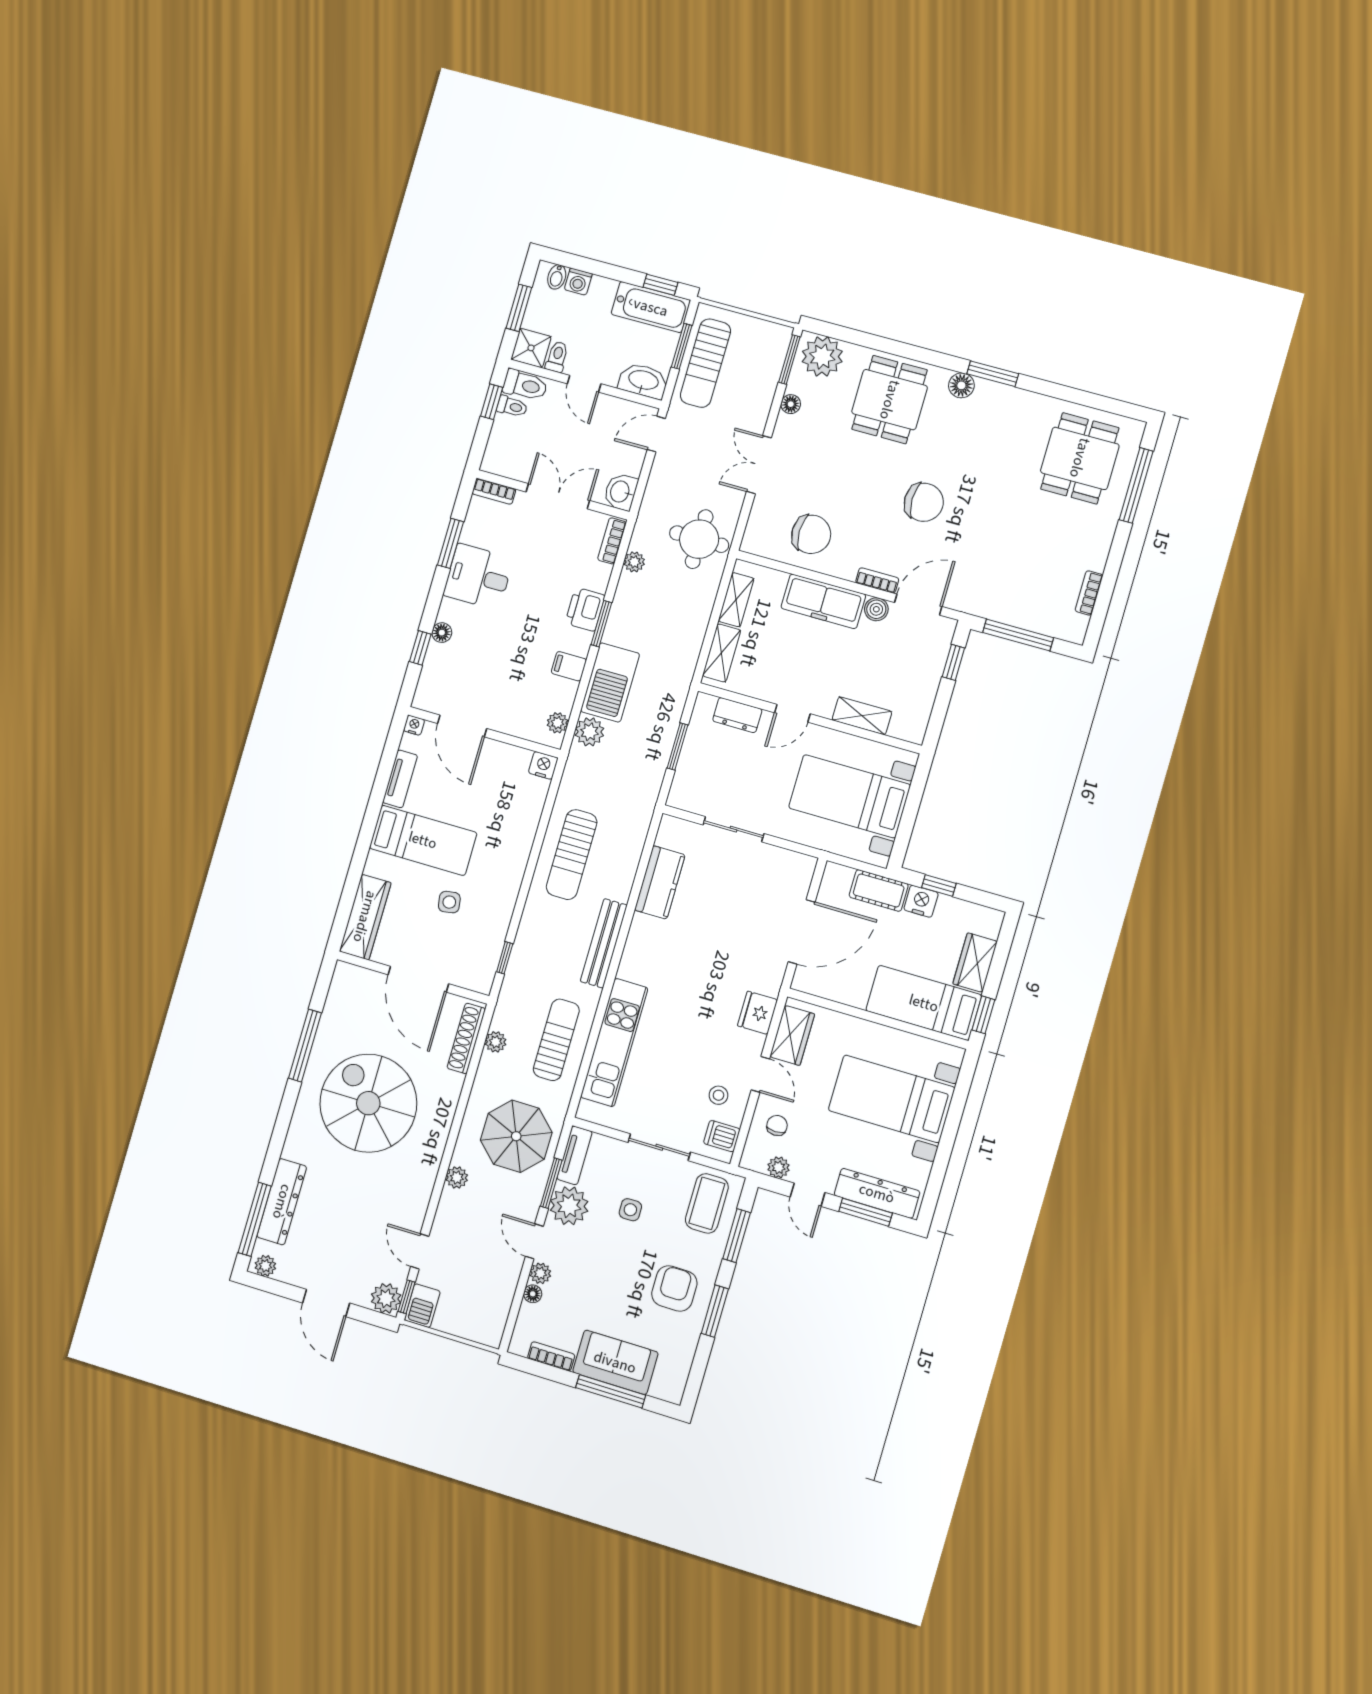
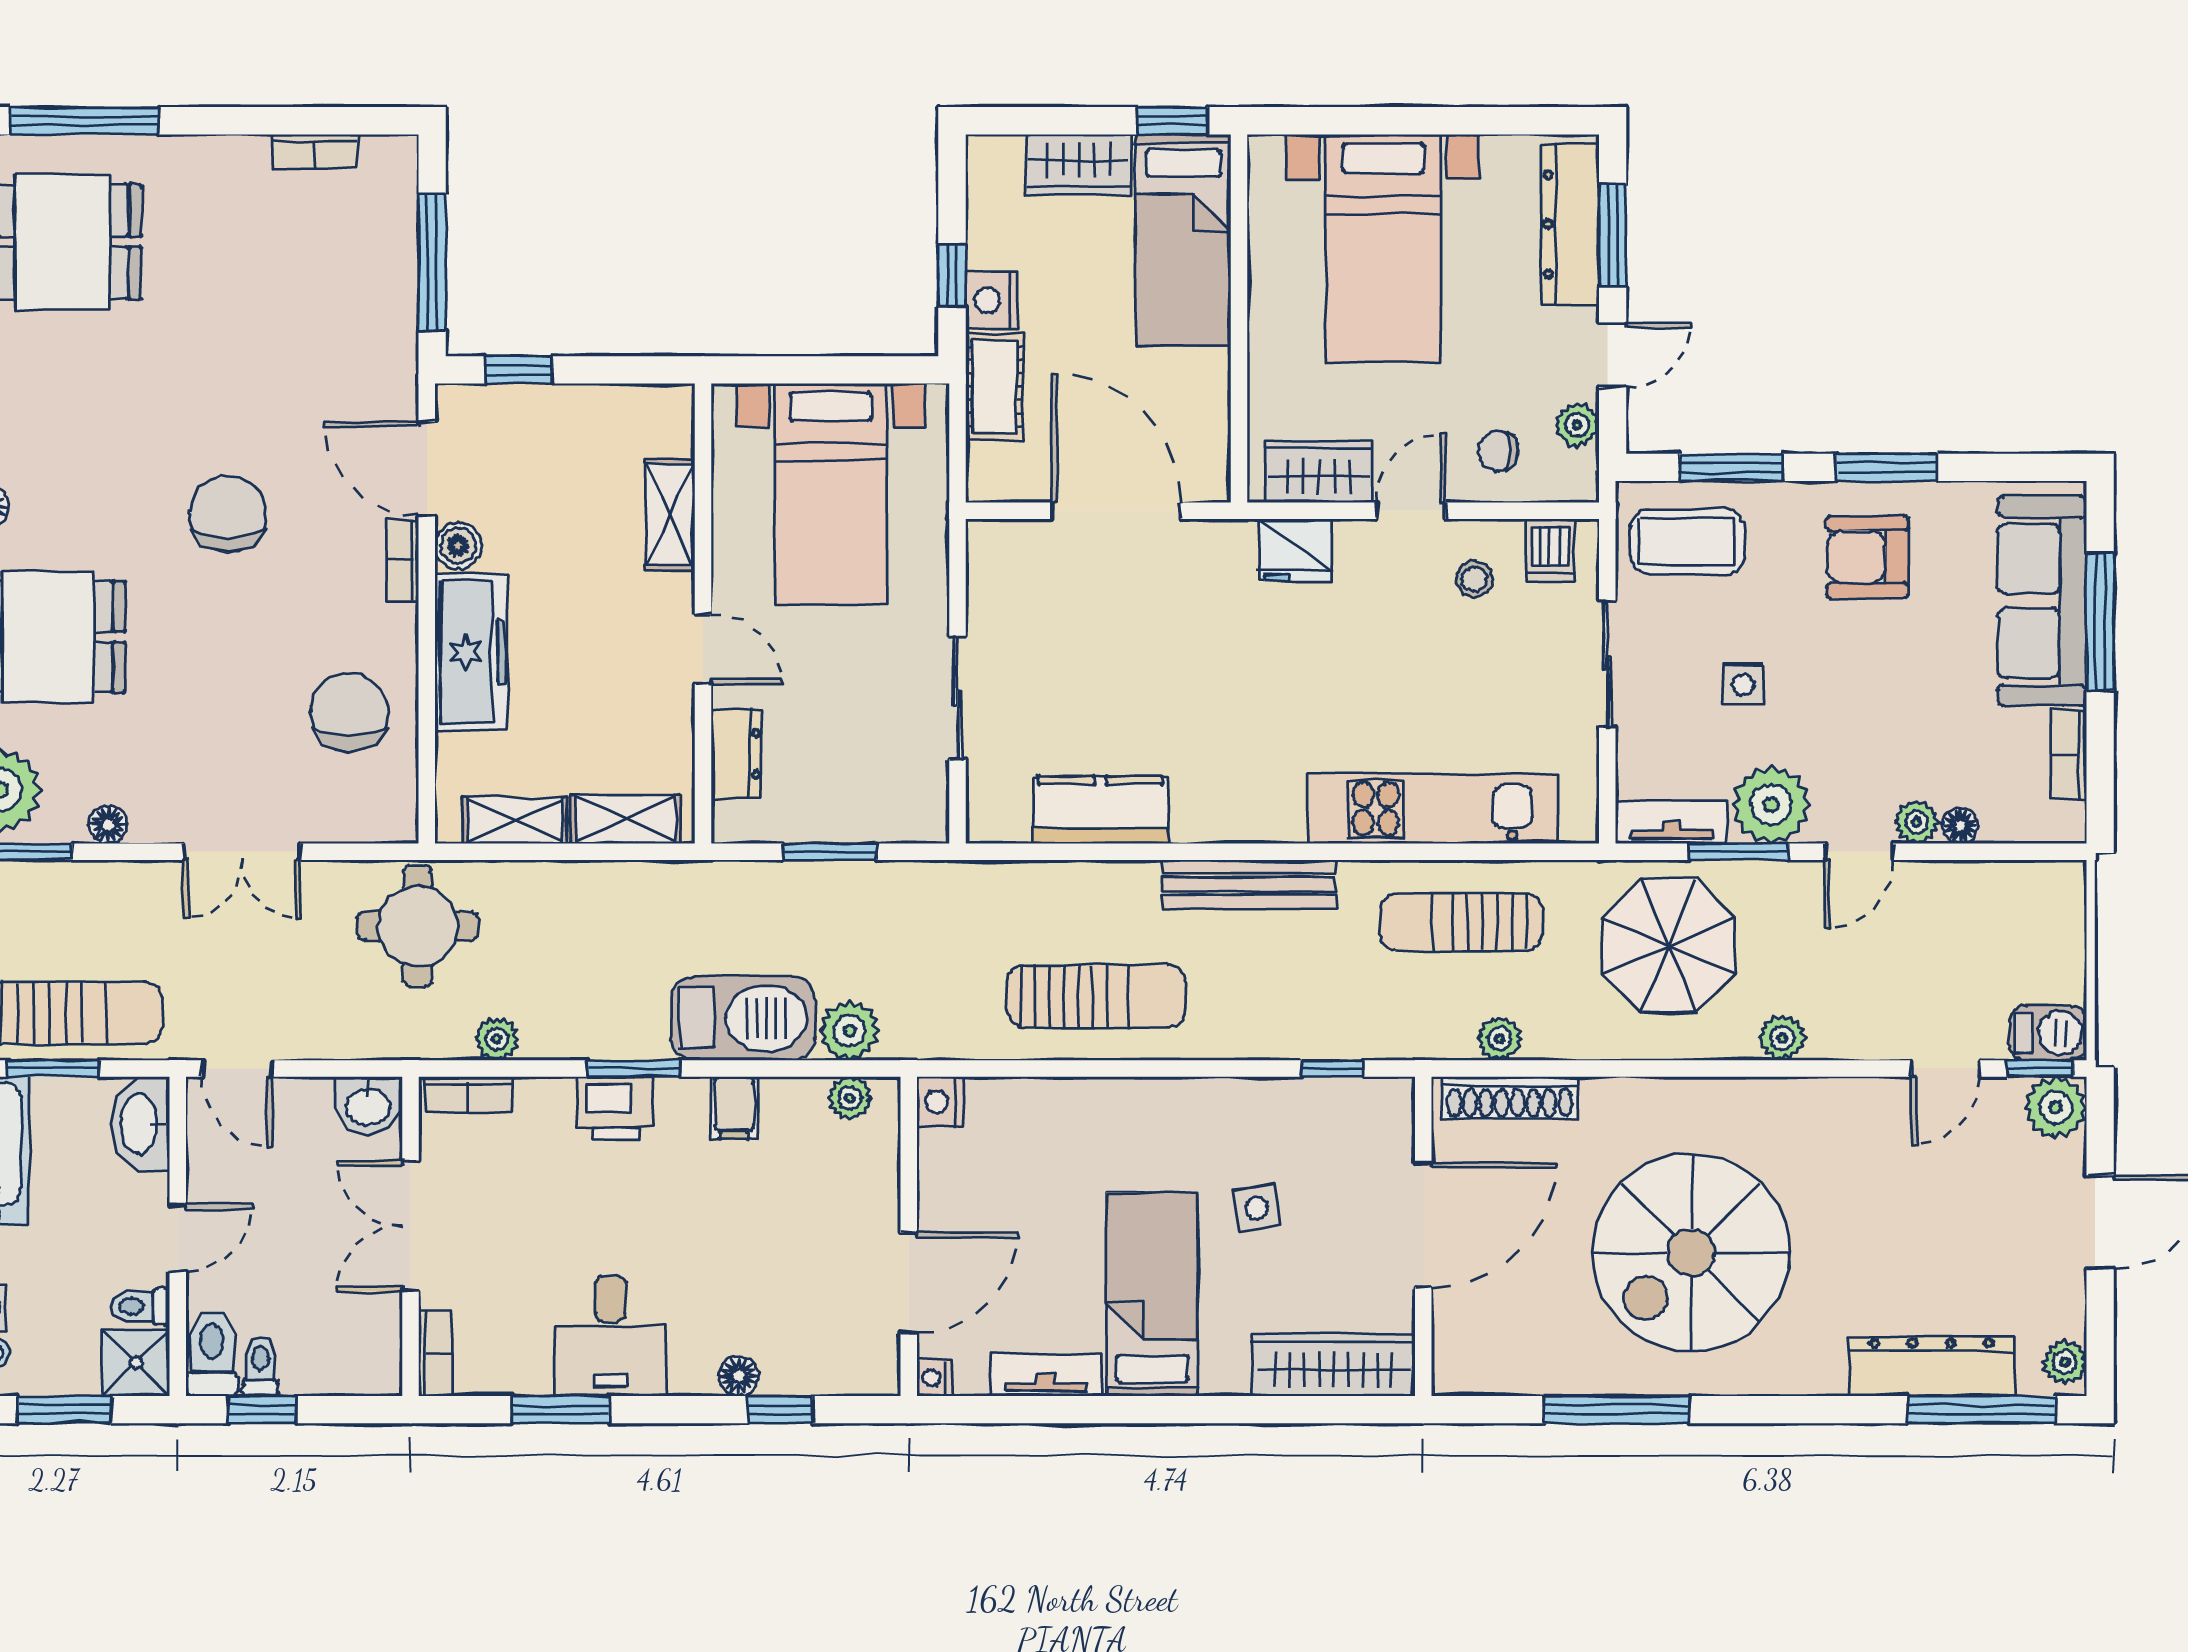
sofa: (615, 1362) -> (2042, 601), width x1.36

